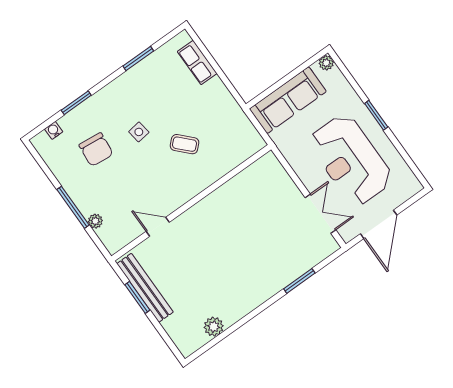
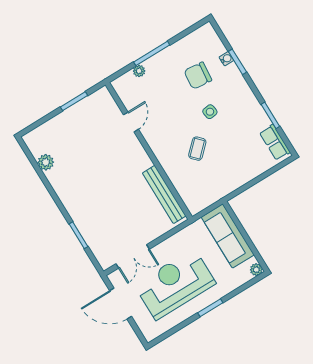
row of seats: (197, 63) -> (275, 142), moved, turned -90
water cooler: (54, 130) -> (226, 59), moved
bench: (145, 288) -> (164, 194), moved, turned 90

